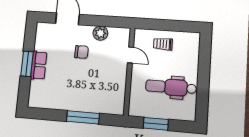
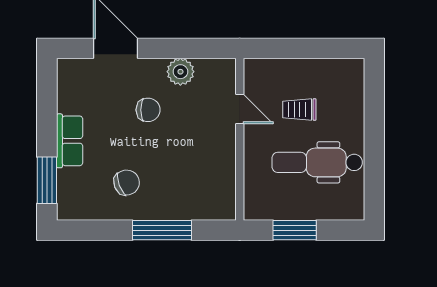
trolley: (163, 44) -> (299, 109), moved
window: (27, 64) -> (47, 180), moved
chair: (66, 90) -> (127, 182), added

